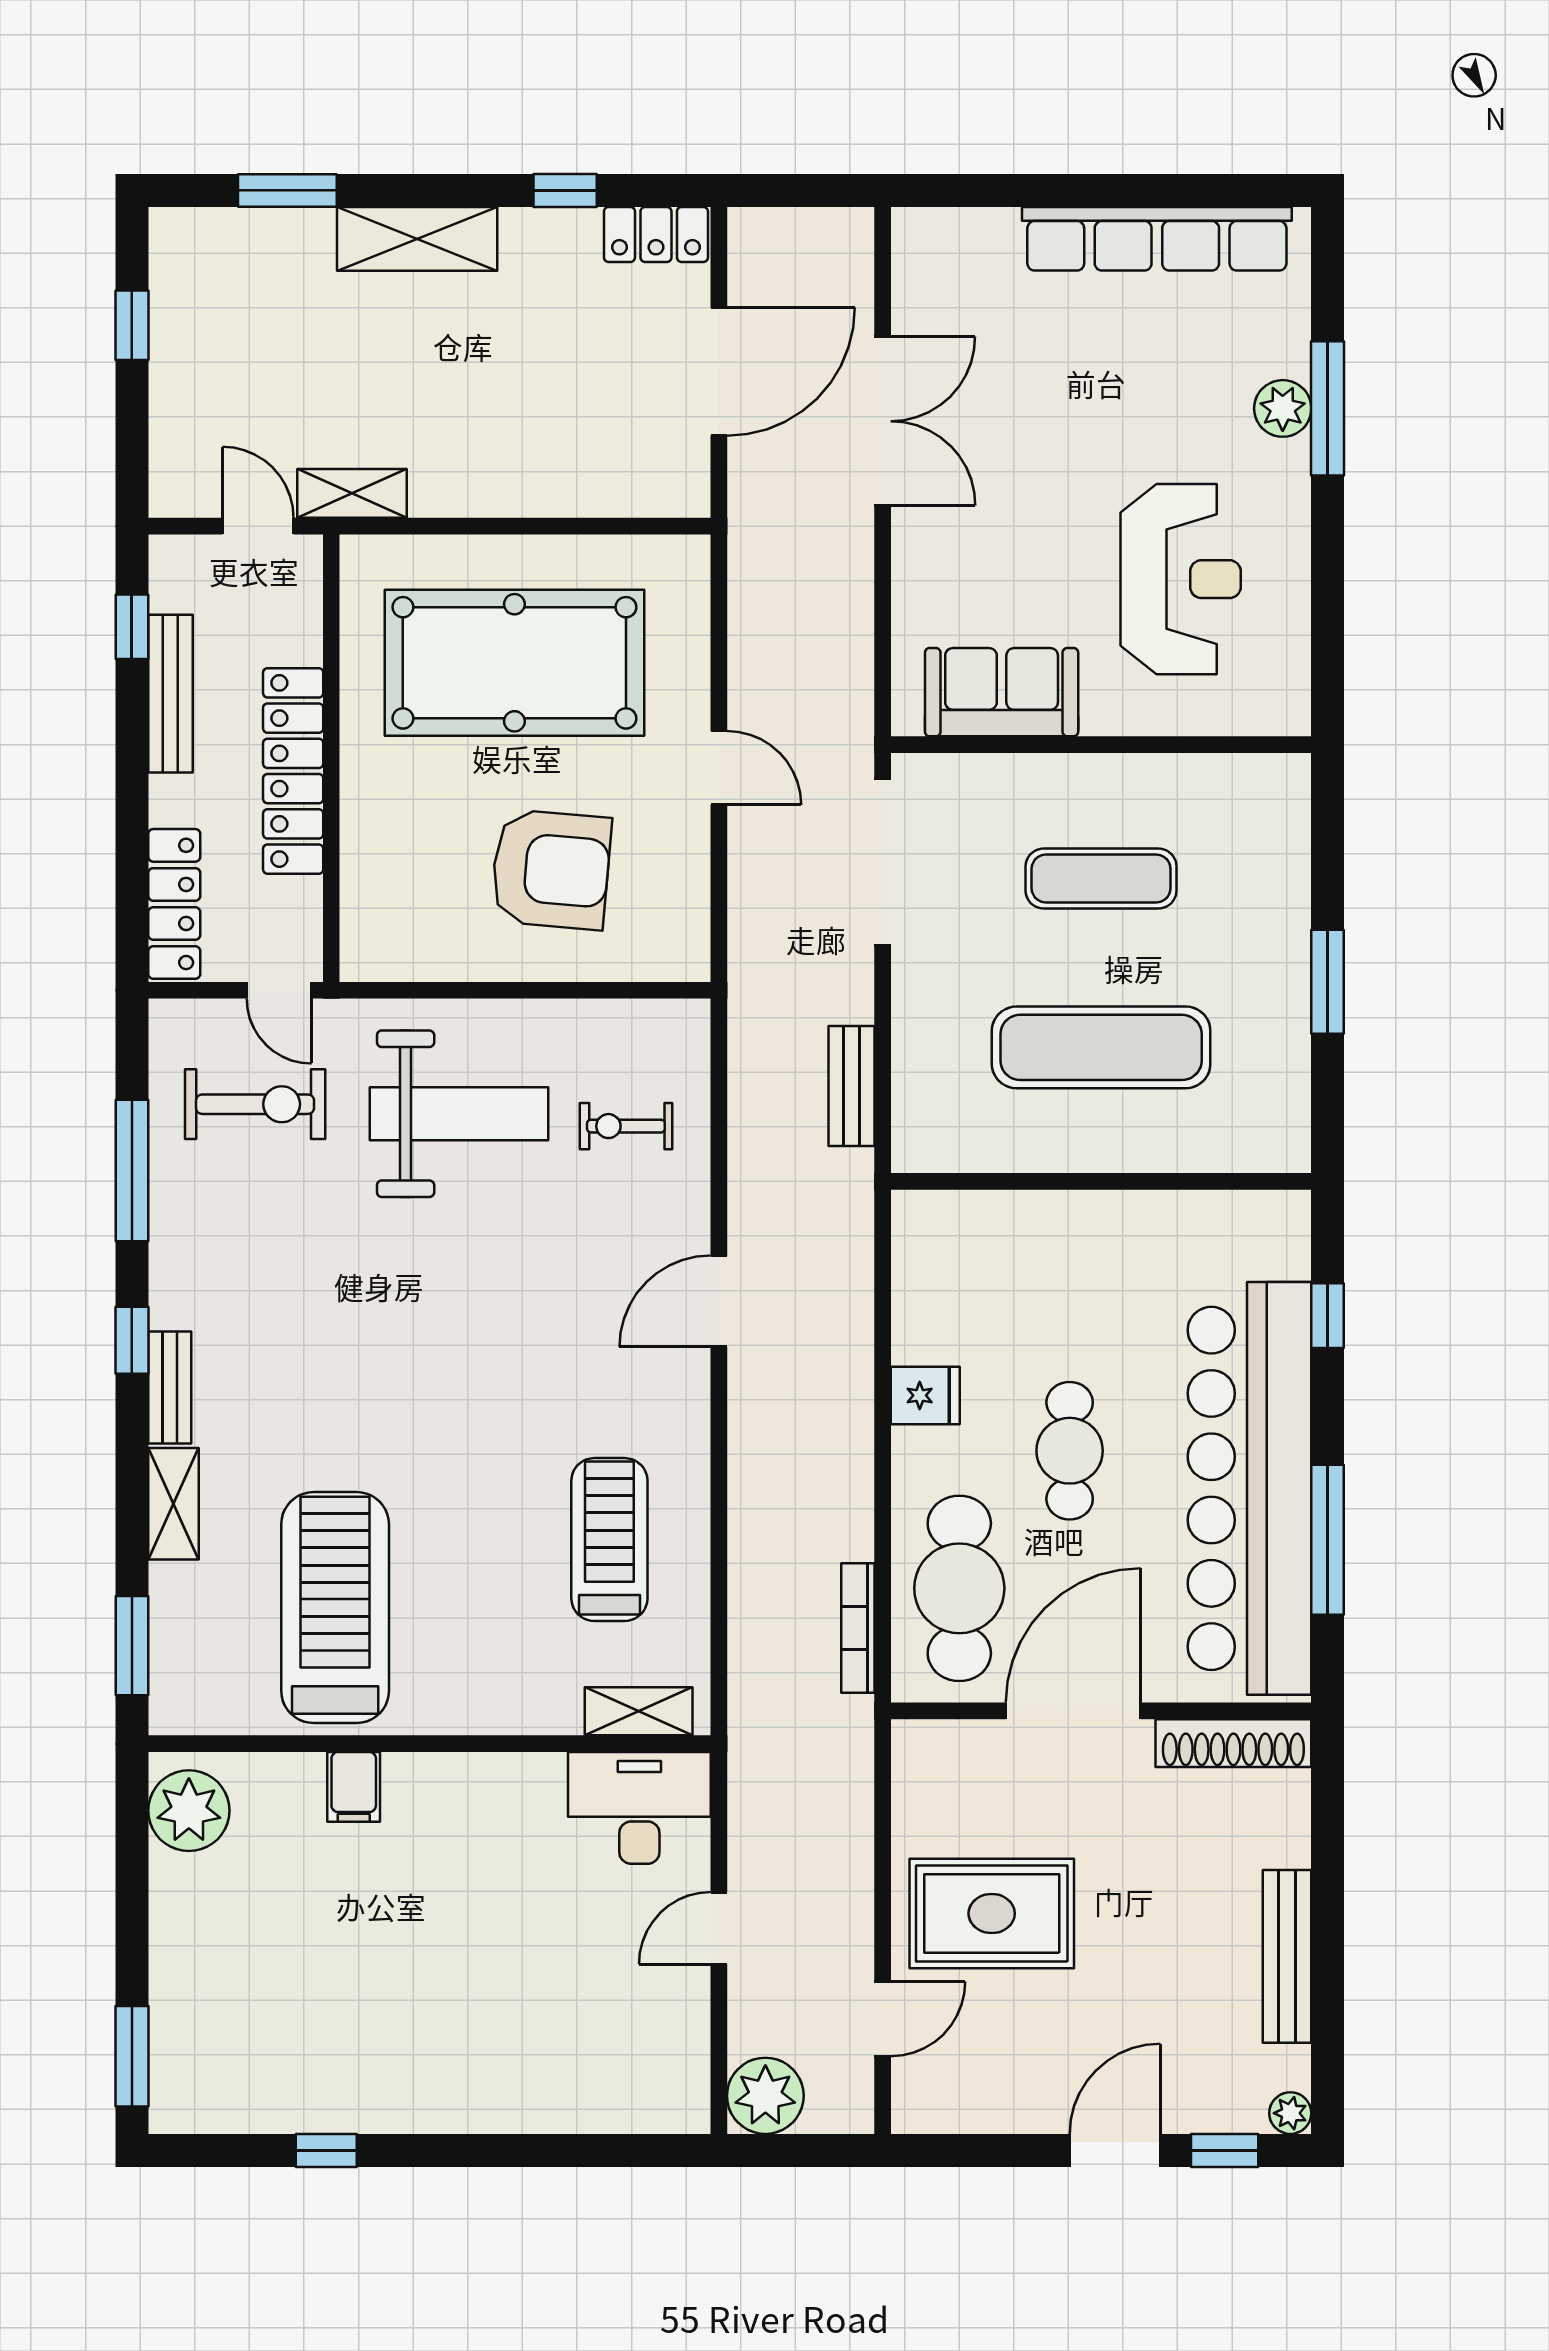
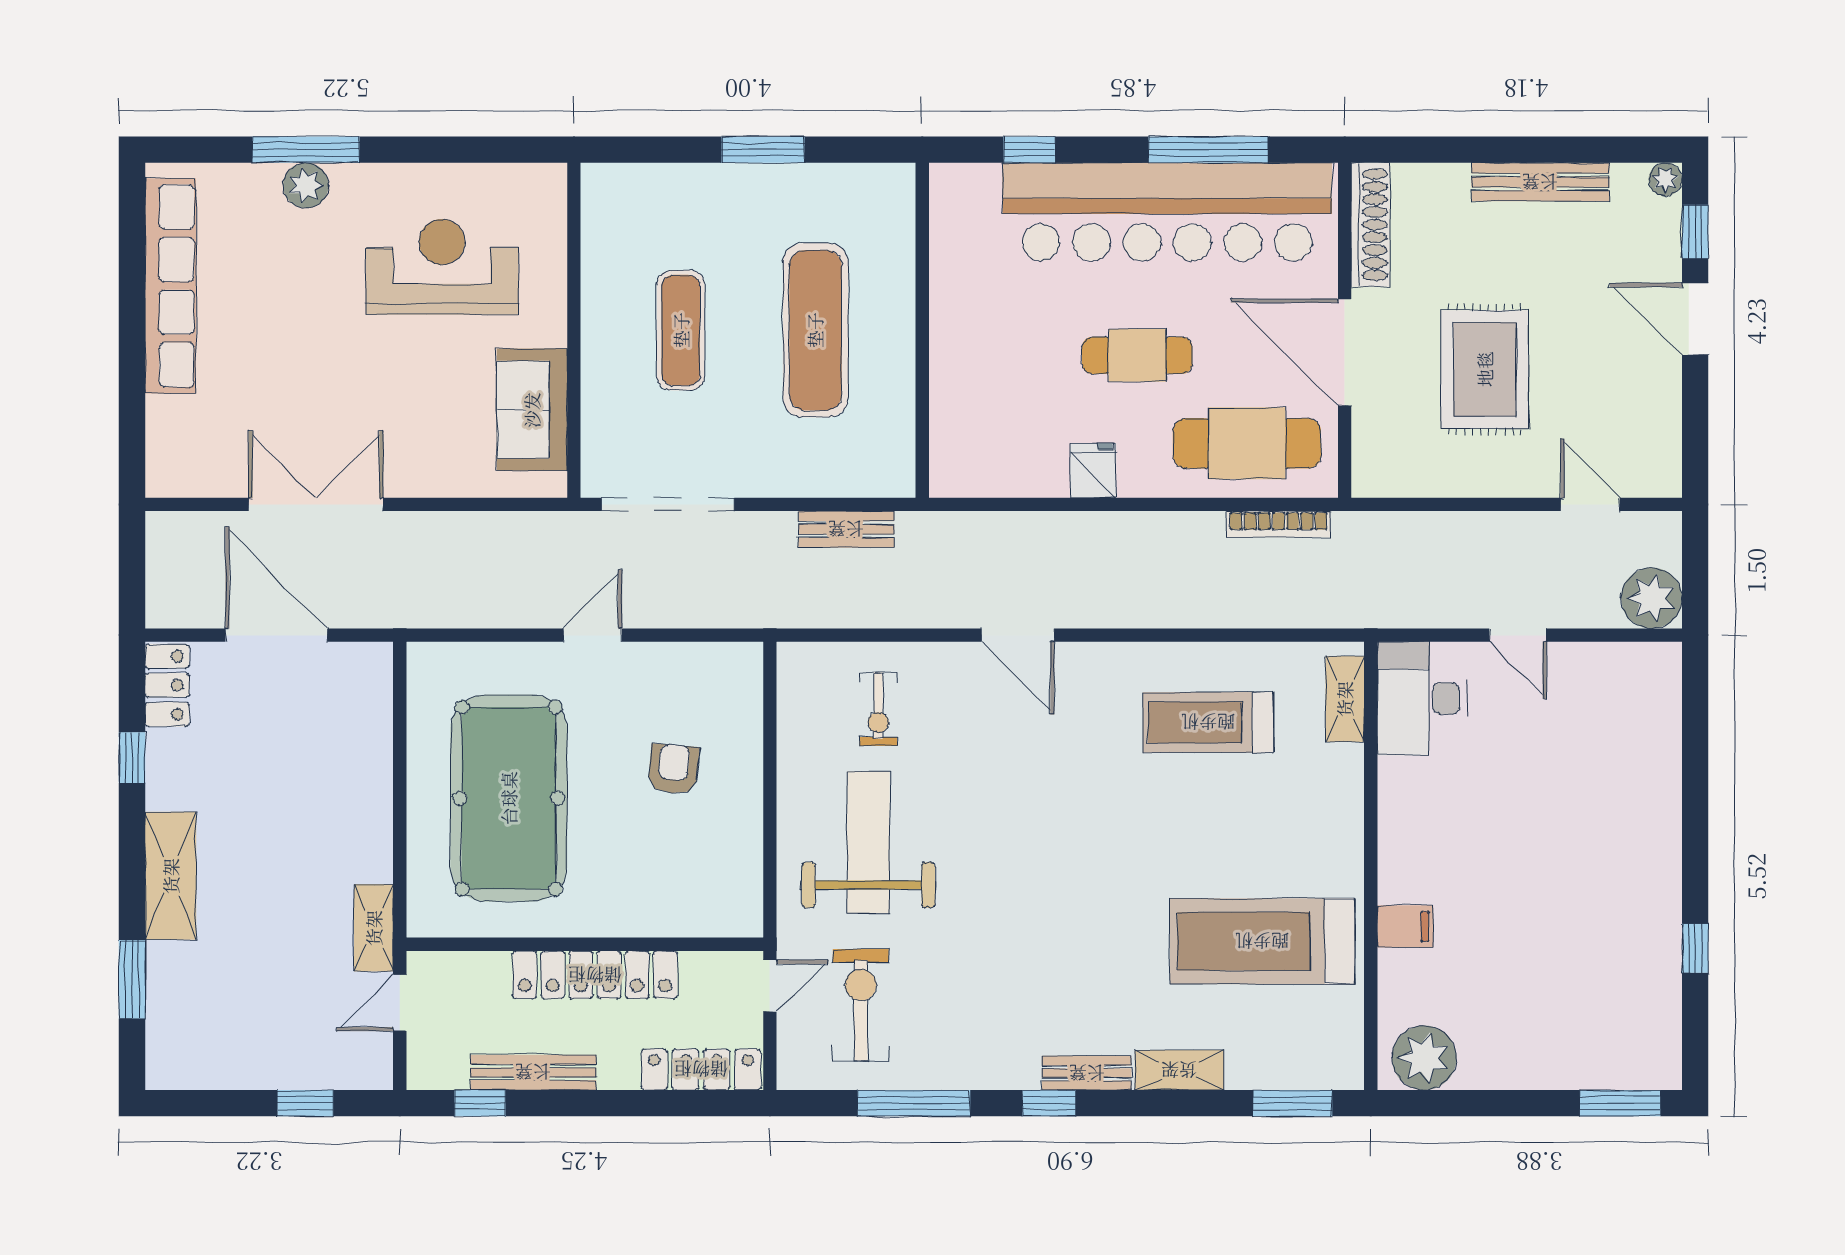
window: (132, 325) -> (306, 1103), moved
armchair: (551, 869) -> (674, 769), width x0.53, depth x0.53
rug: (992, 1914) -> (1485, 369), moved

